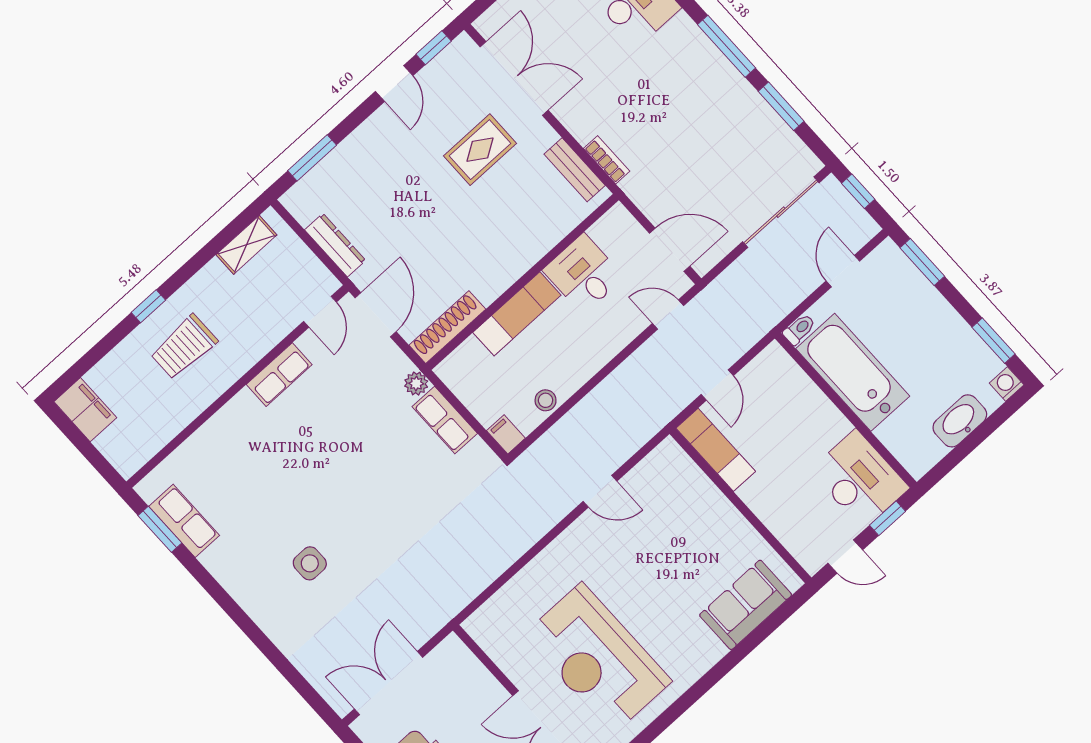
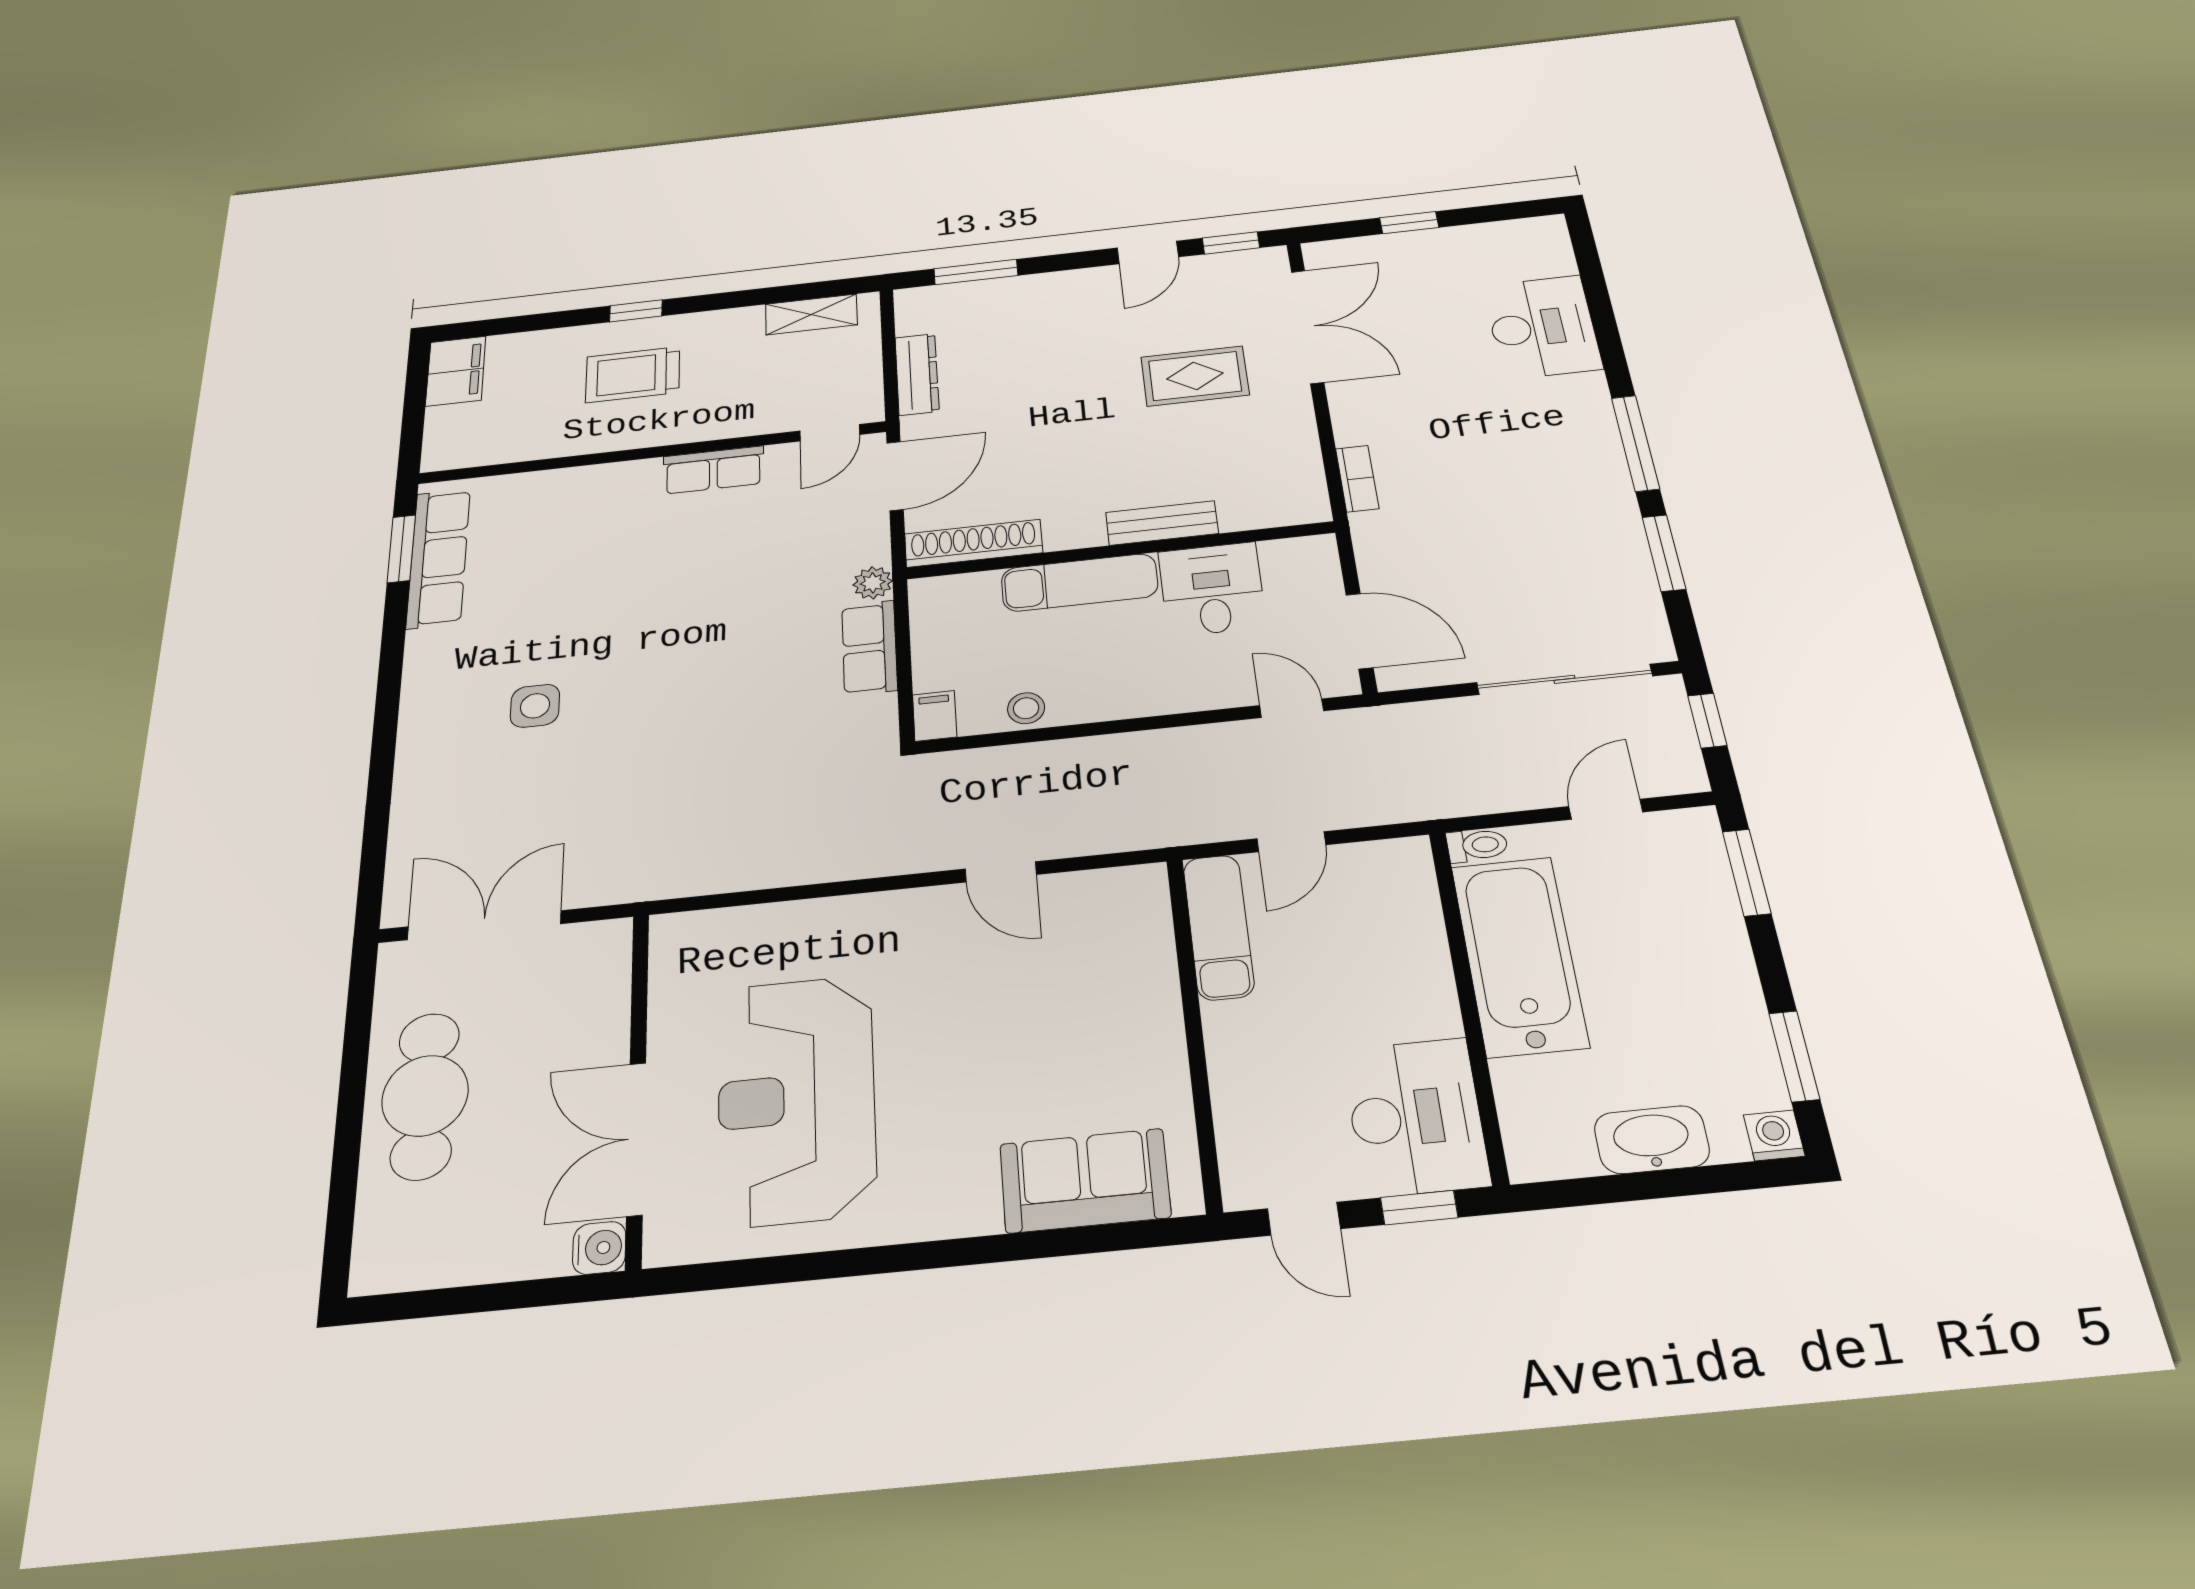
bench: (575, 170) -> (1162, 523), moved, turned 90
row of seats: (184, 521) -> (438, 558), width x1.48

